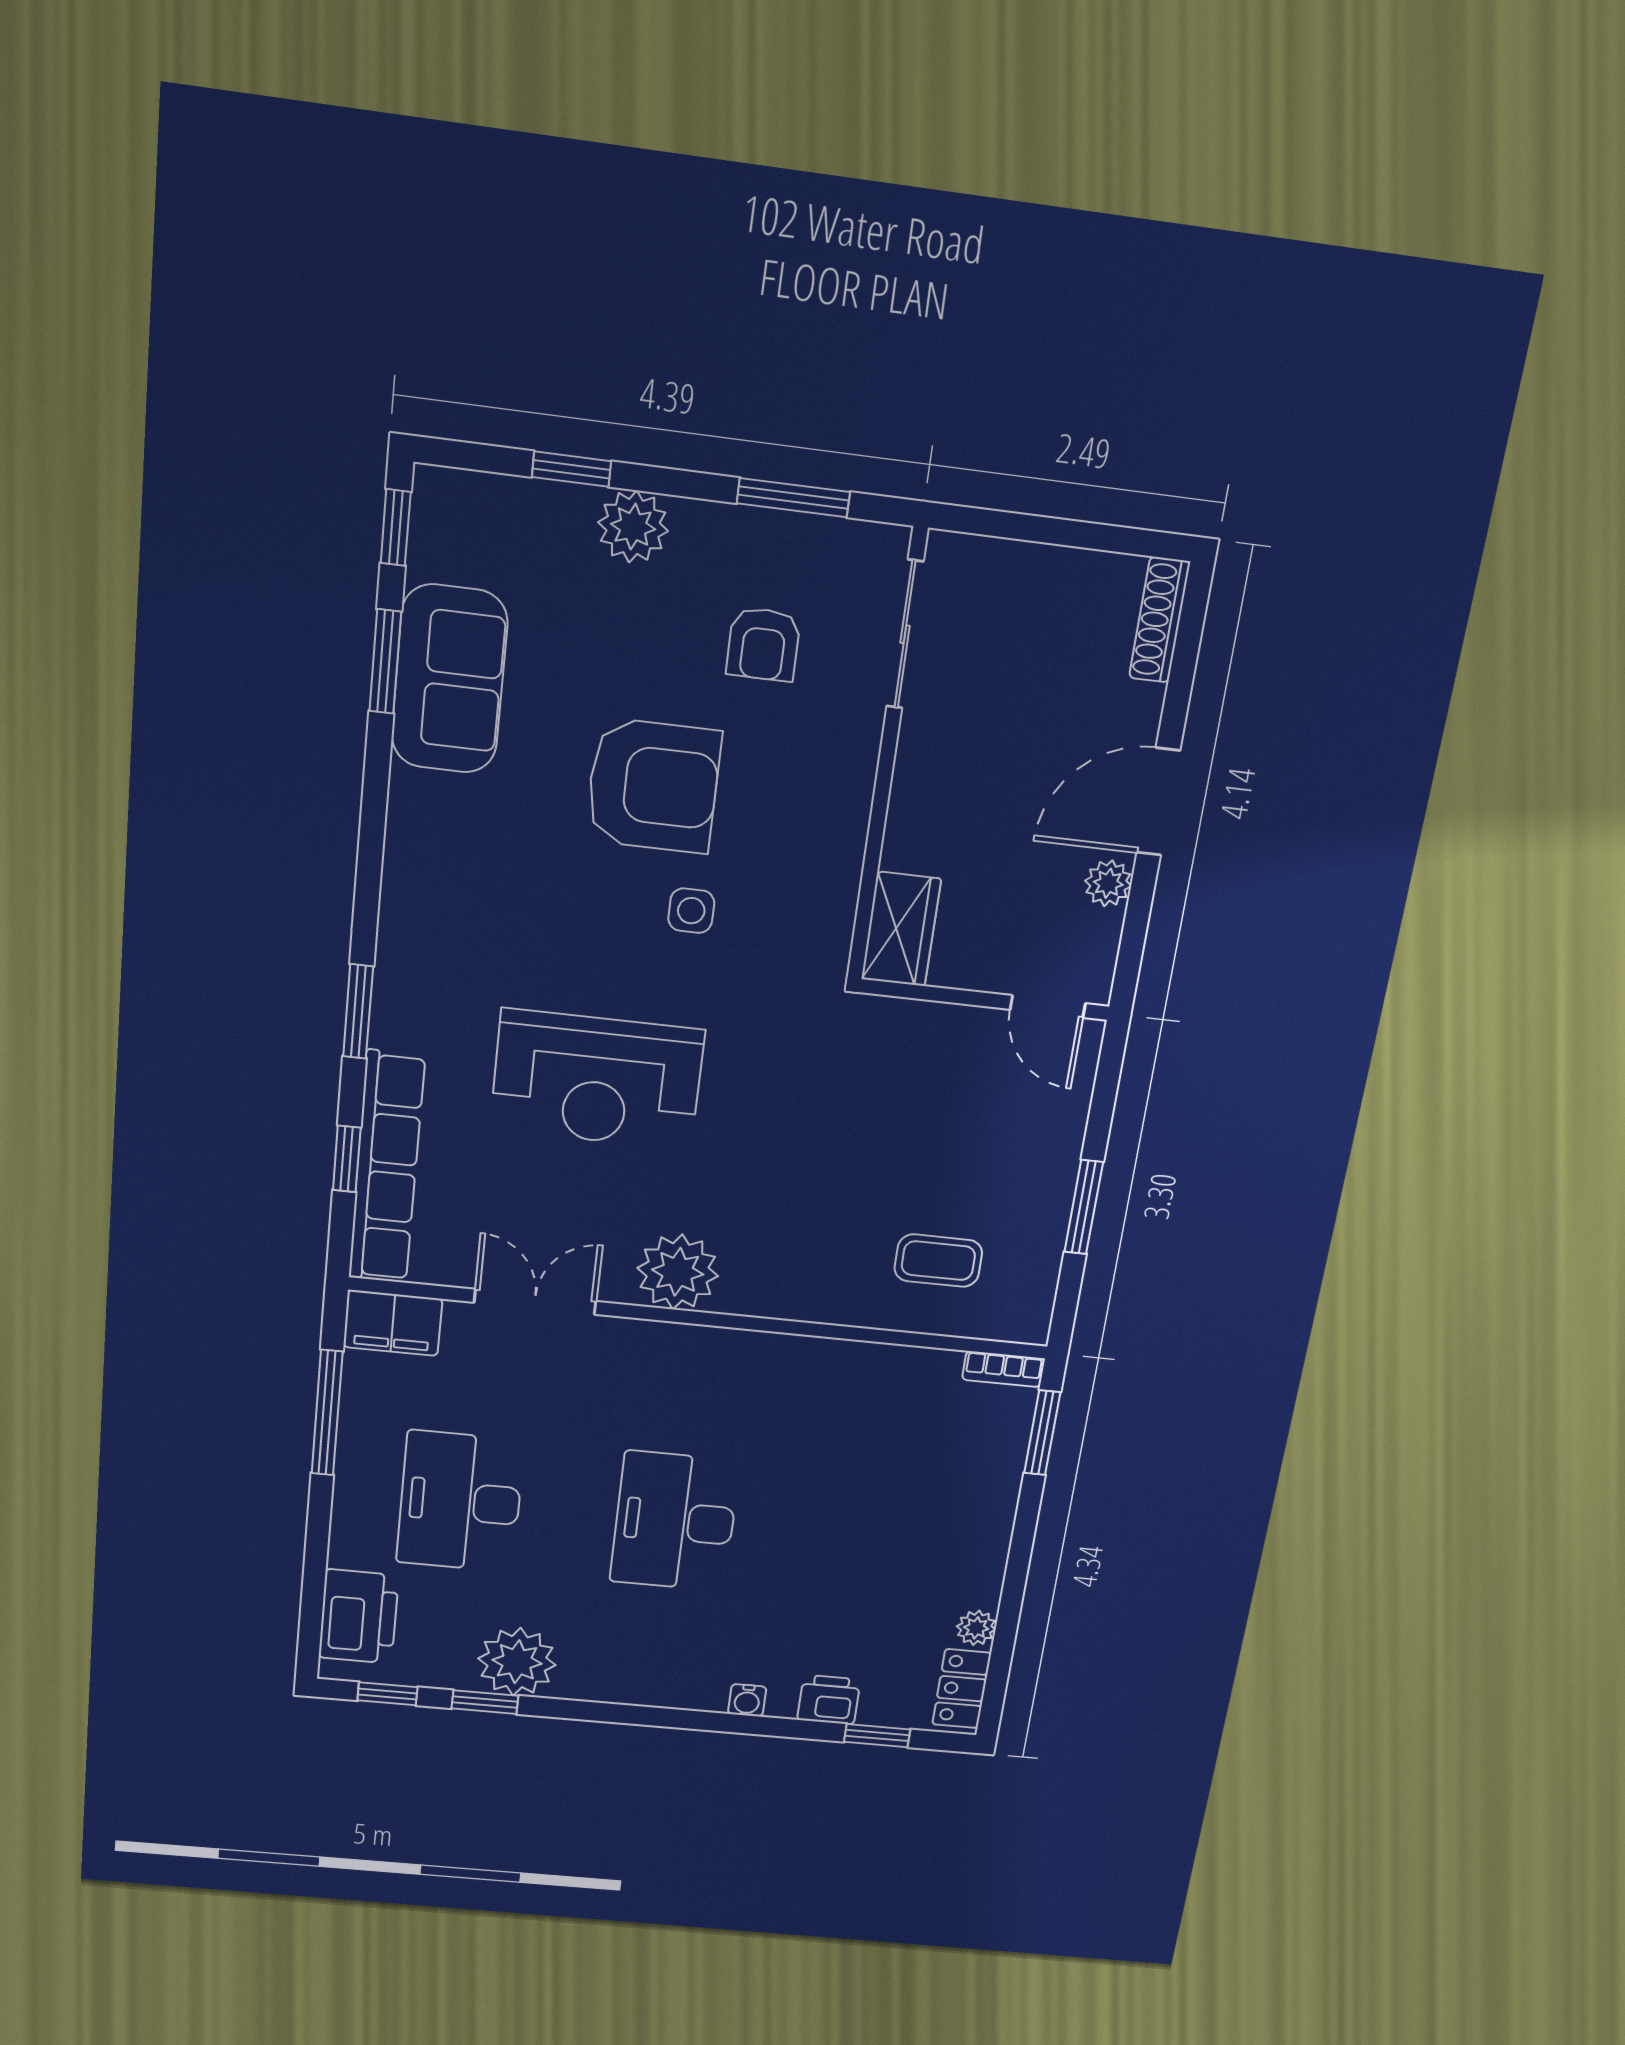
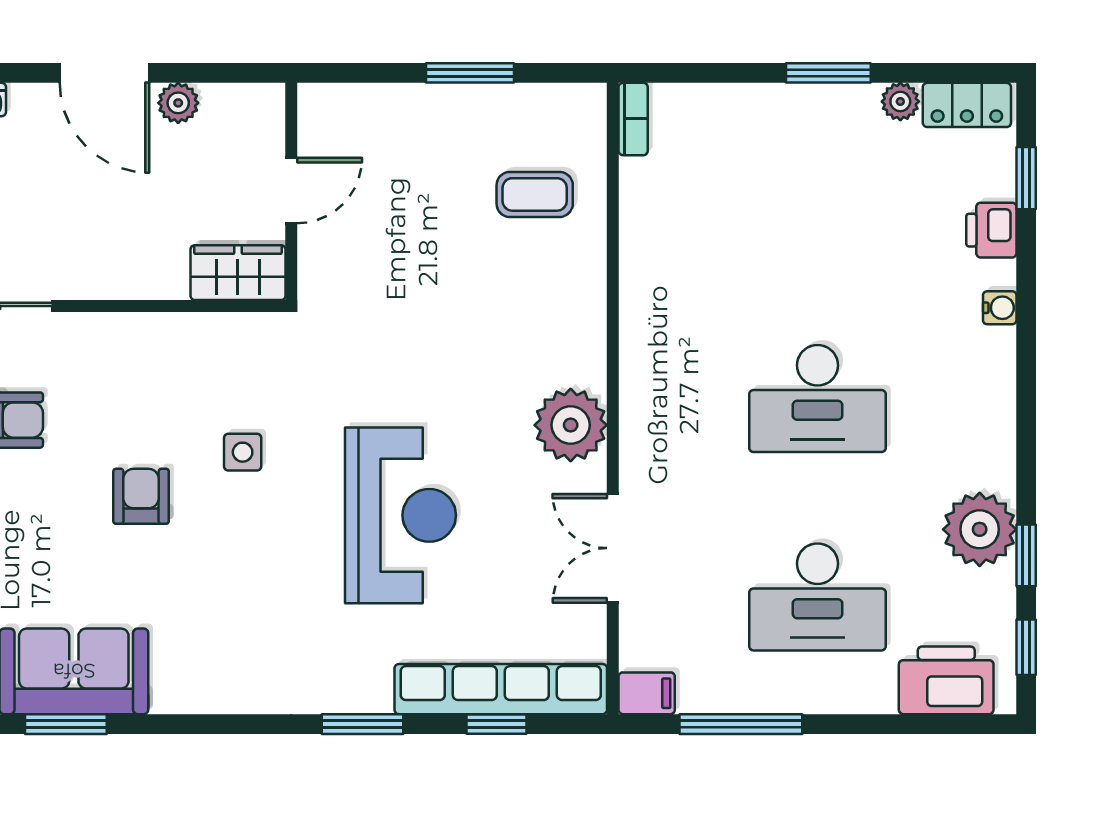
armchair: (653, 786) -> (141, 496), width x0.53, depth x0.53
door: (1048, 1007) -> (291, 191), moved
coffee table: (938, 1261) -> (535, 194), turned 90
filing cabinet: (393, 1323) -> (647, 693), width x0.50
window: (1042, 1433) -> (828, 73), moved

